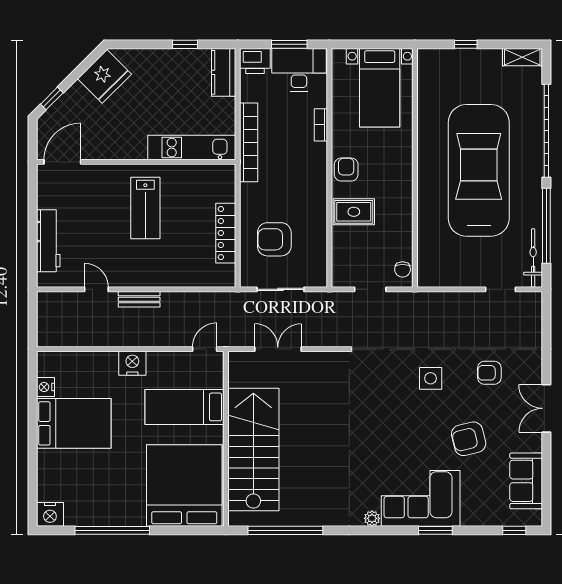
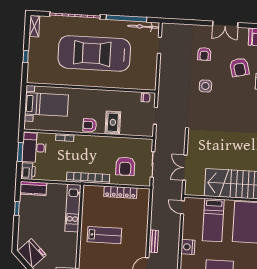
bookcase: (249, 142) -> (88, 178), moved

